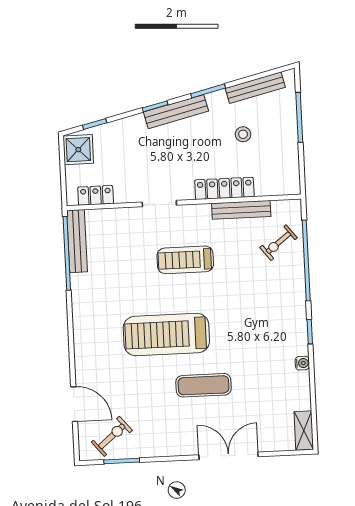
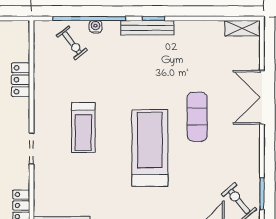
locker: (224, 188) -> (21, 80), width x0.66
bench: (241, 210) -> (147, 28), moved, turned 90
treadmill: (166, 335) -> (150, 148), turned 180
water cooler: (302, 363) -> (96, 27), moved

